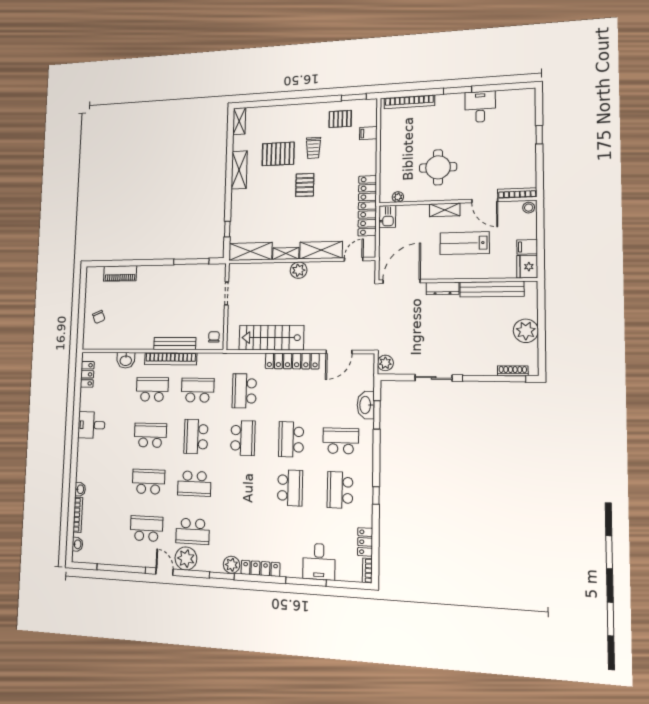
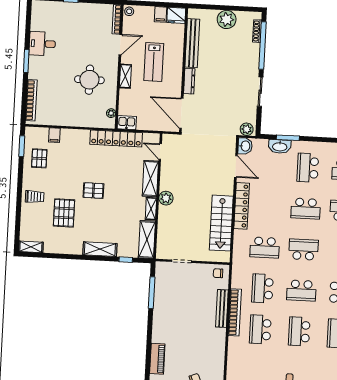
trolley: (313, 148) -> (35, 197), moved
shelving: (239, 170) -> (100, 249), moved
washbasin: (126, 360) -> (245, 146), moved

